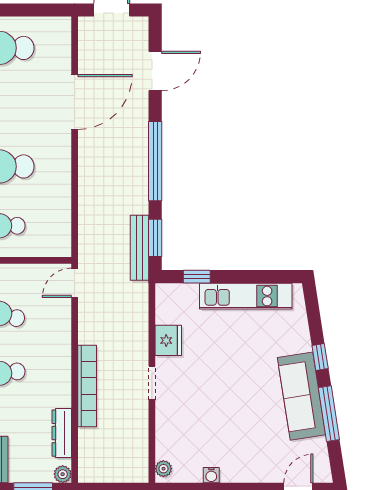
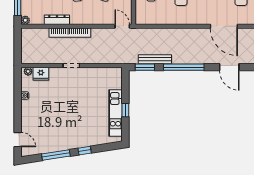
door: (75, 102) -> (224, 26), moved
bench: (140, 248) -> (155, 59), moved
window: (197, 277) -> (125, 110), moved
fridge: (168, 340) -> (41, 74), moved
sofa: (302, 396) -> (65, 141), removed
dresser: (62, 433) -> (57, 20), moved

